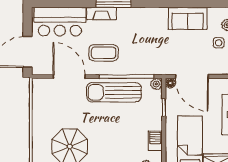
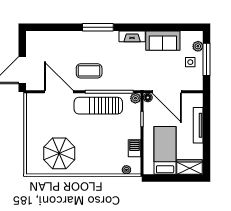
fireplace: (102, 14) -> (132, 36), moved
bar counter: (60, 22) -> (51, 43), removed

